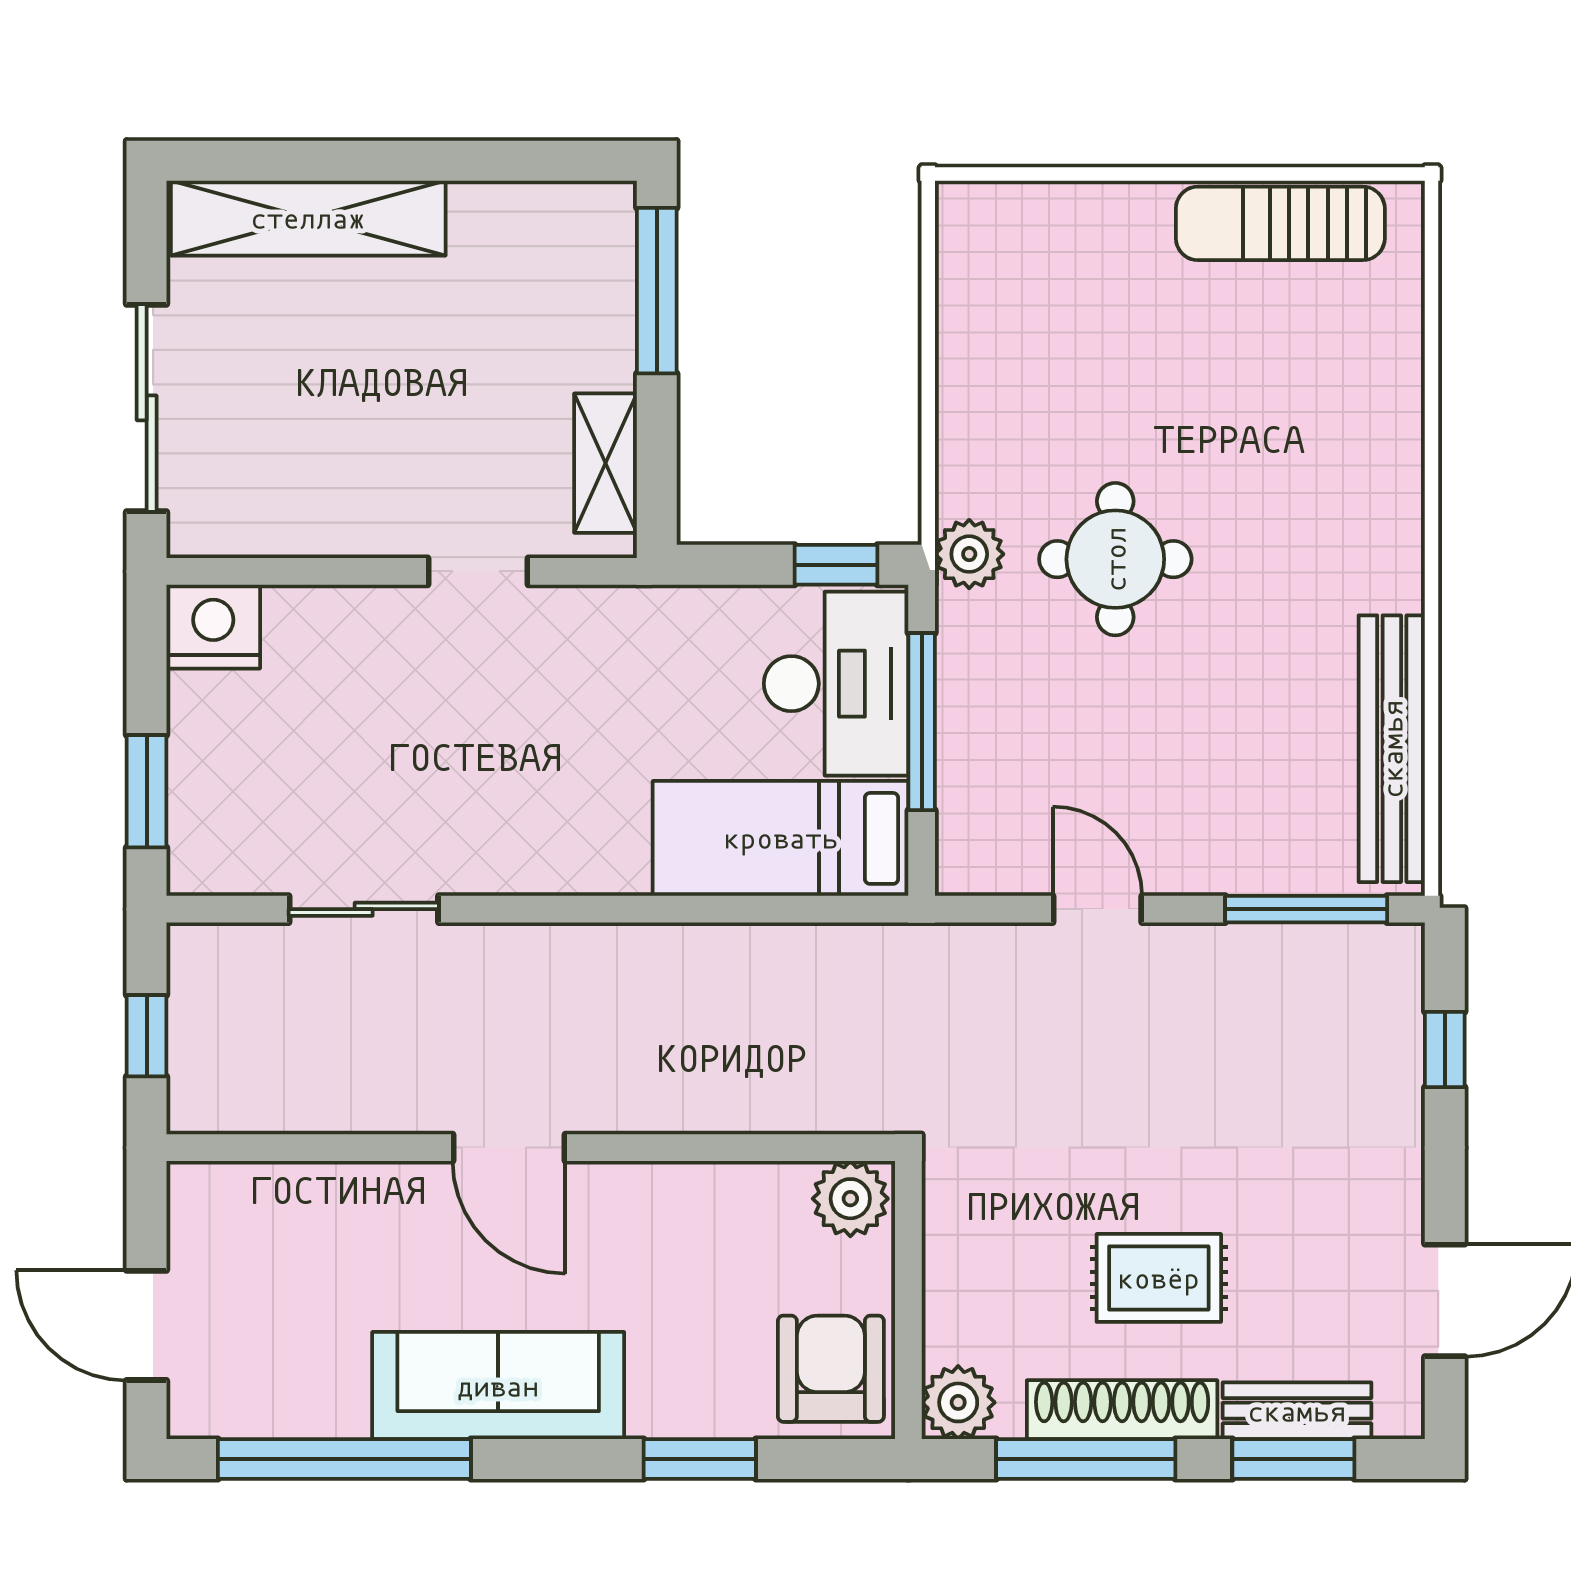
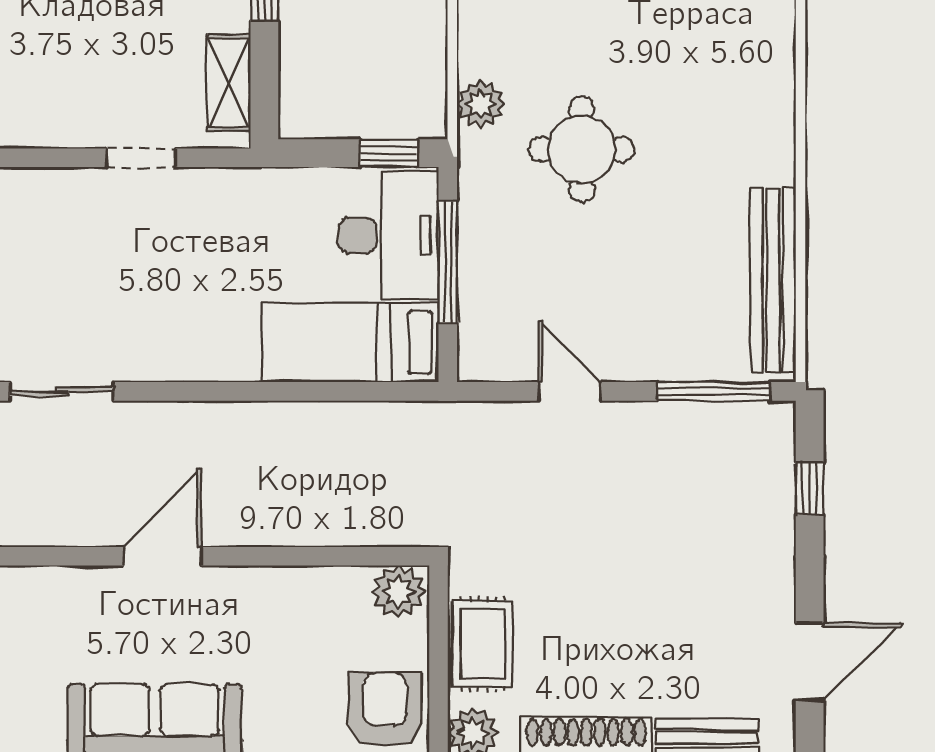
plant: (969, 554) -> (481, 104), moved
door: (509, 1148) -> (162, 556), swing flipped
rug: (1159, 1278) -> (483, 644), moved, turned 90

